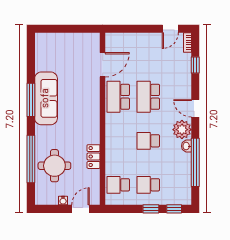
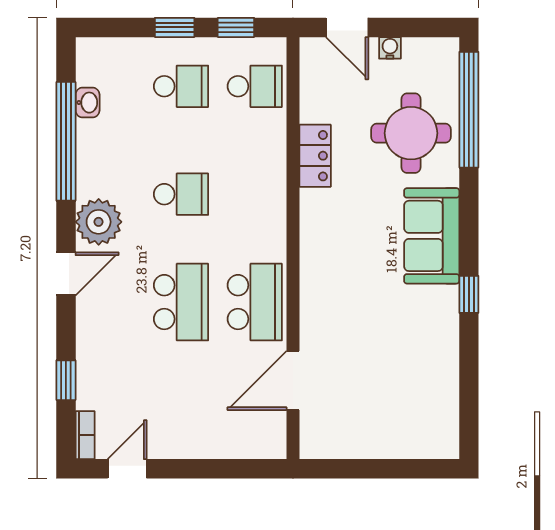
sofa: (46, 98) -> (432, 236), moved, width x0.73
window: (31, 100) -> (469, 294), width x0.46
door: (195, 108) -> (66, 274), hinge flipped
washbasin: (186, 146) -> (88, 103), moved
window: (31, 159) -> (469, 110), moved
door: (81, 209) -> (347, 27), hinge flipped
window: (174, 209) -> (236, 27), moved

